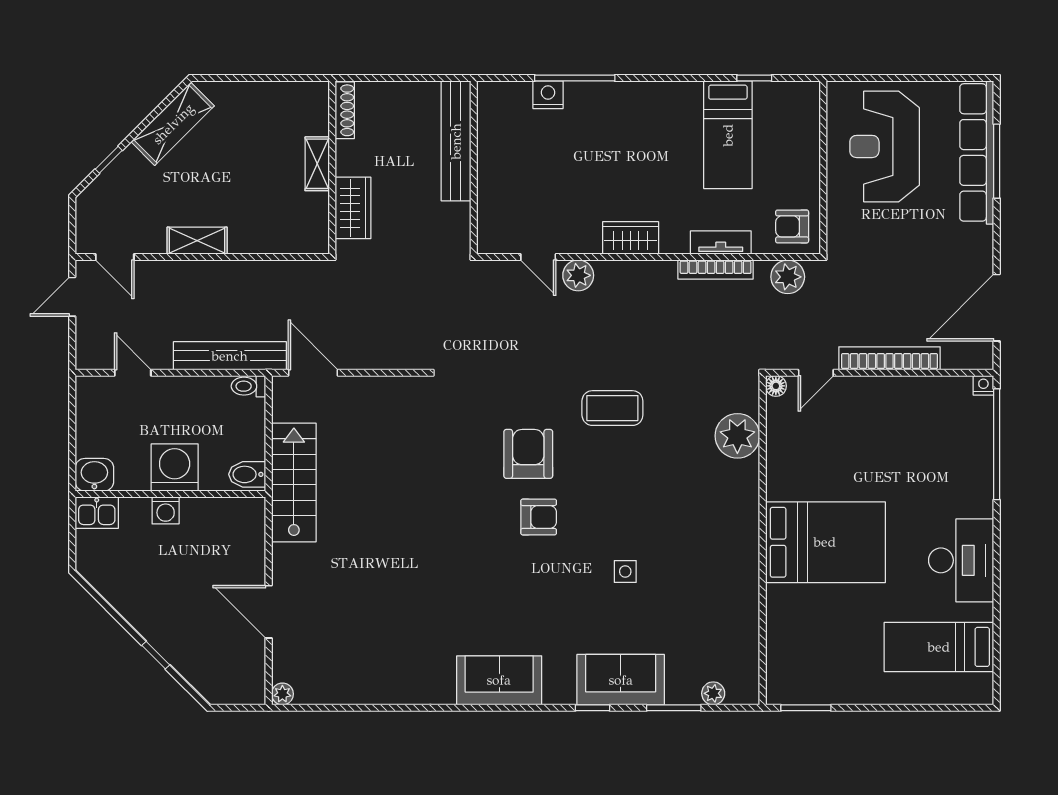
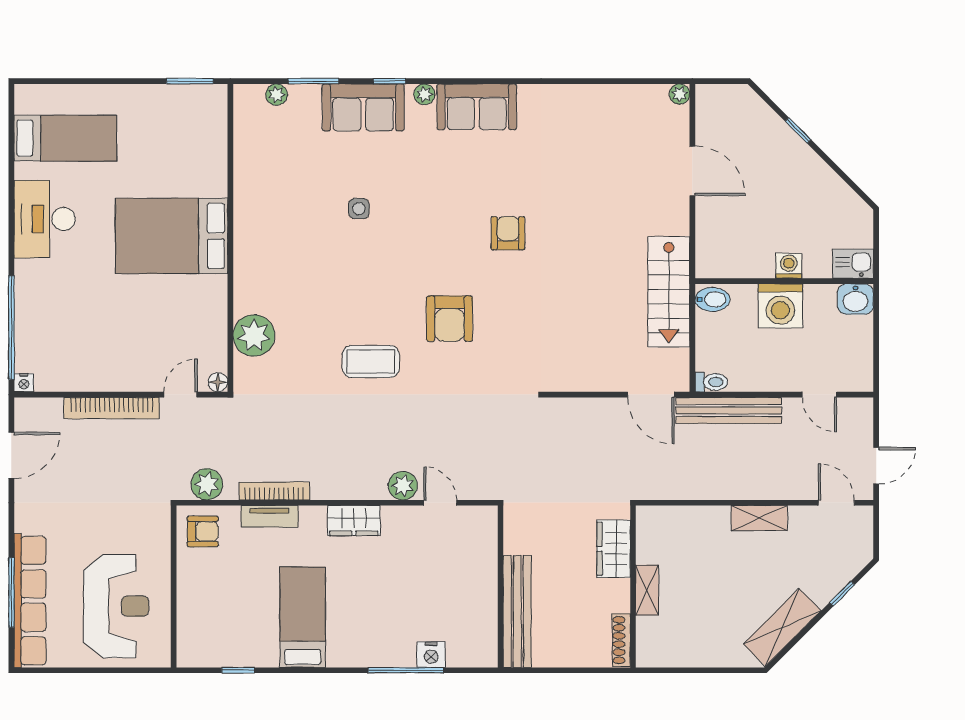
bed: (728, 135) -> (303, 617), moved
door: (997, 308) -> (11, 455), width x0.73
armchair: (539, 517) -> (508, 233), moved, turned 90
plant: (555, 694) -> (424, 94), added

